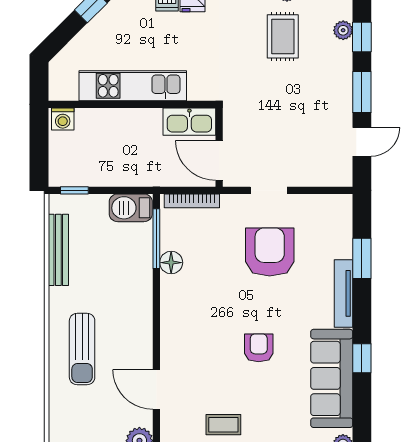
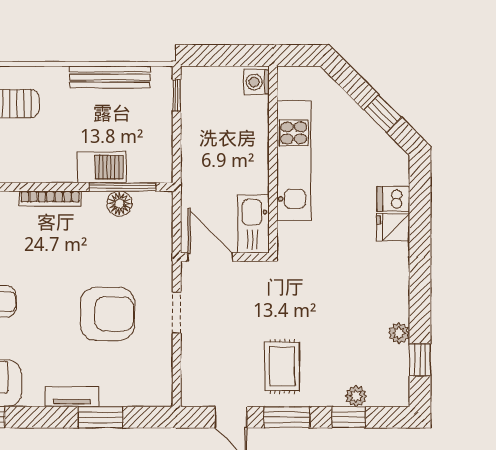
rug: (283, 36) -> (282, 367), moved, turned 90
door: (219, 160) -> (210, 257), hinge flipped
bookcase: (192, 201) -> (50, 199), moved, turned -90
barbecue: (131, 208) -> (102, 167), moved, turned 90
floor lamp: (171, 263) -> (119, 203), moved
tv unit: (343, 293) -> (72, 397), width x0.71

